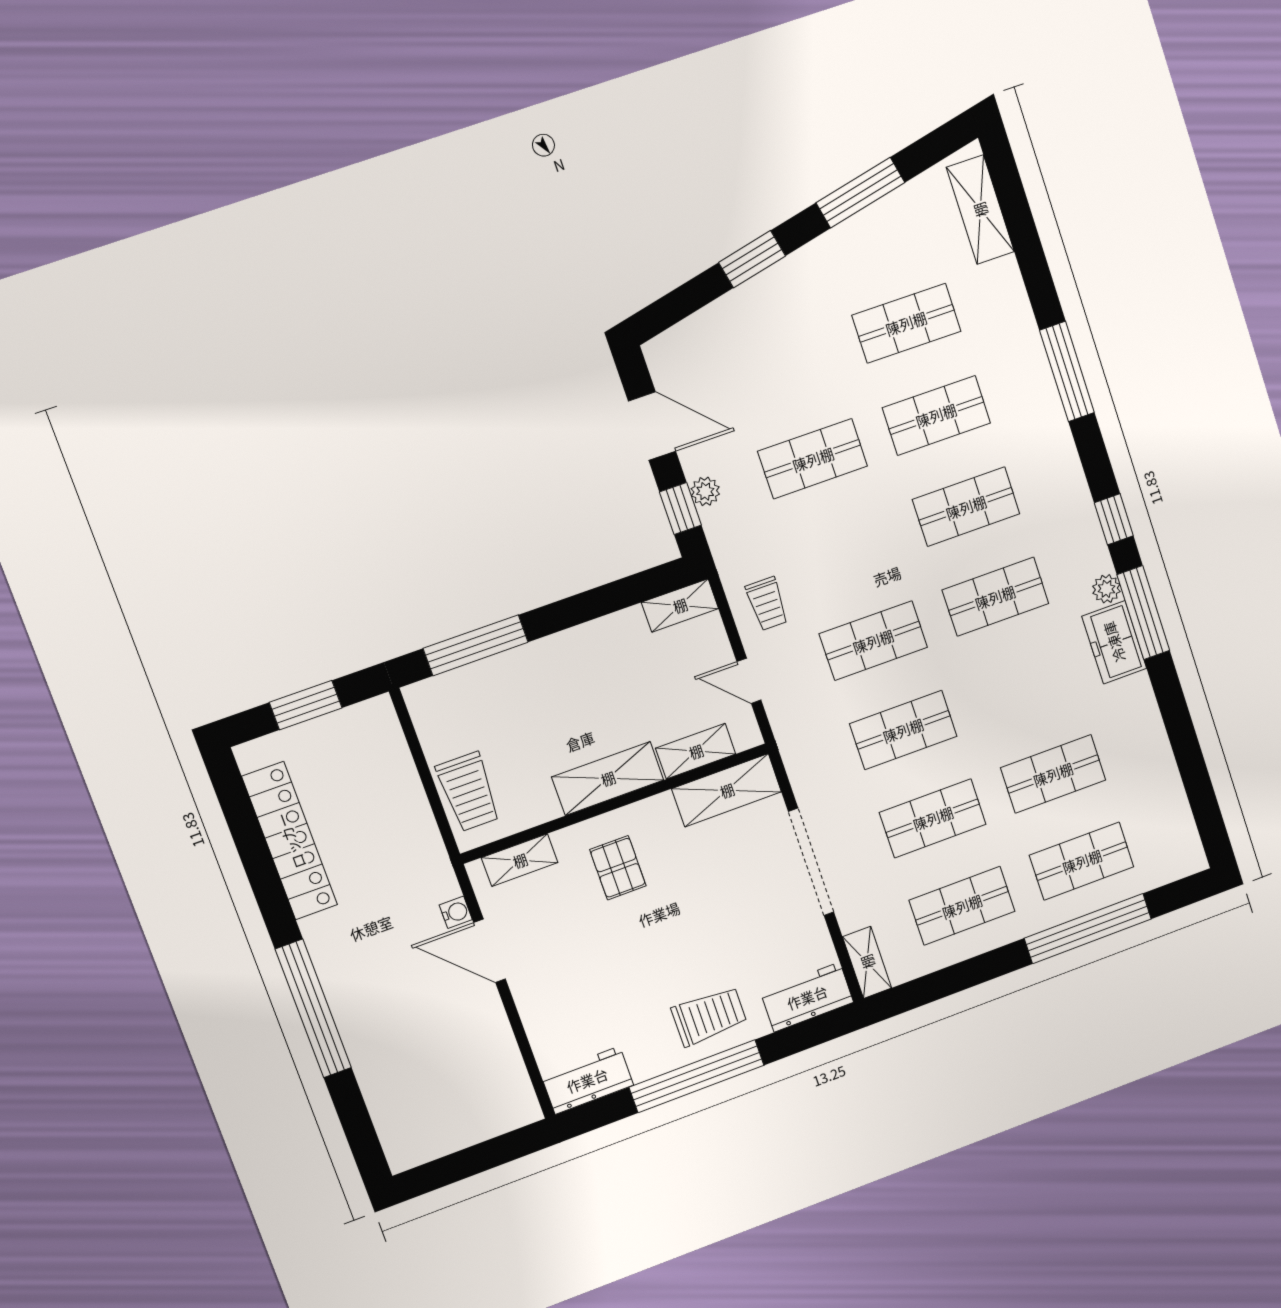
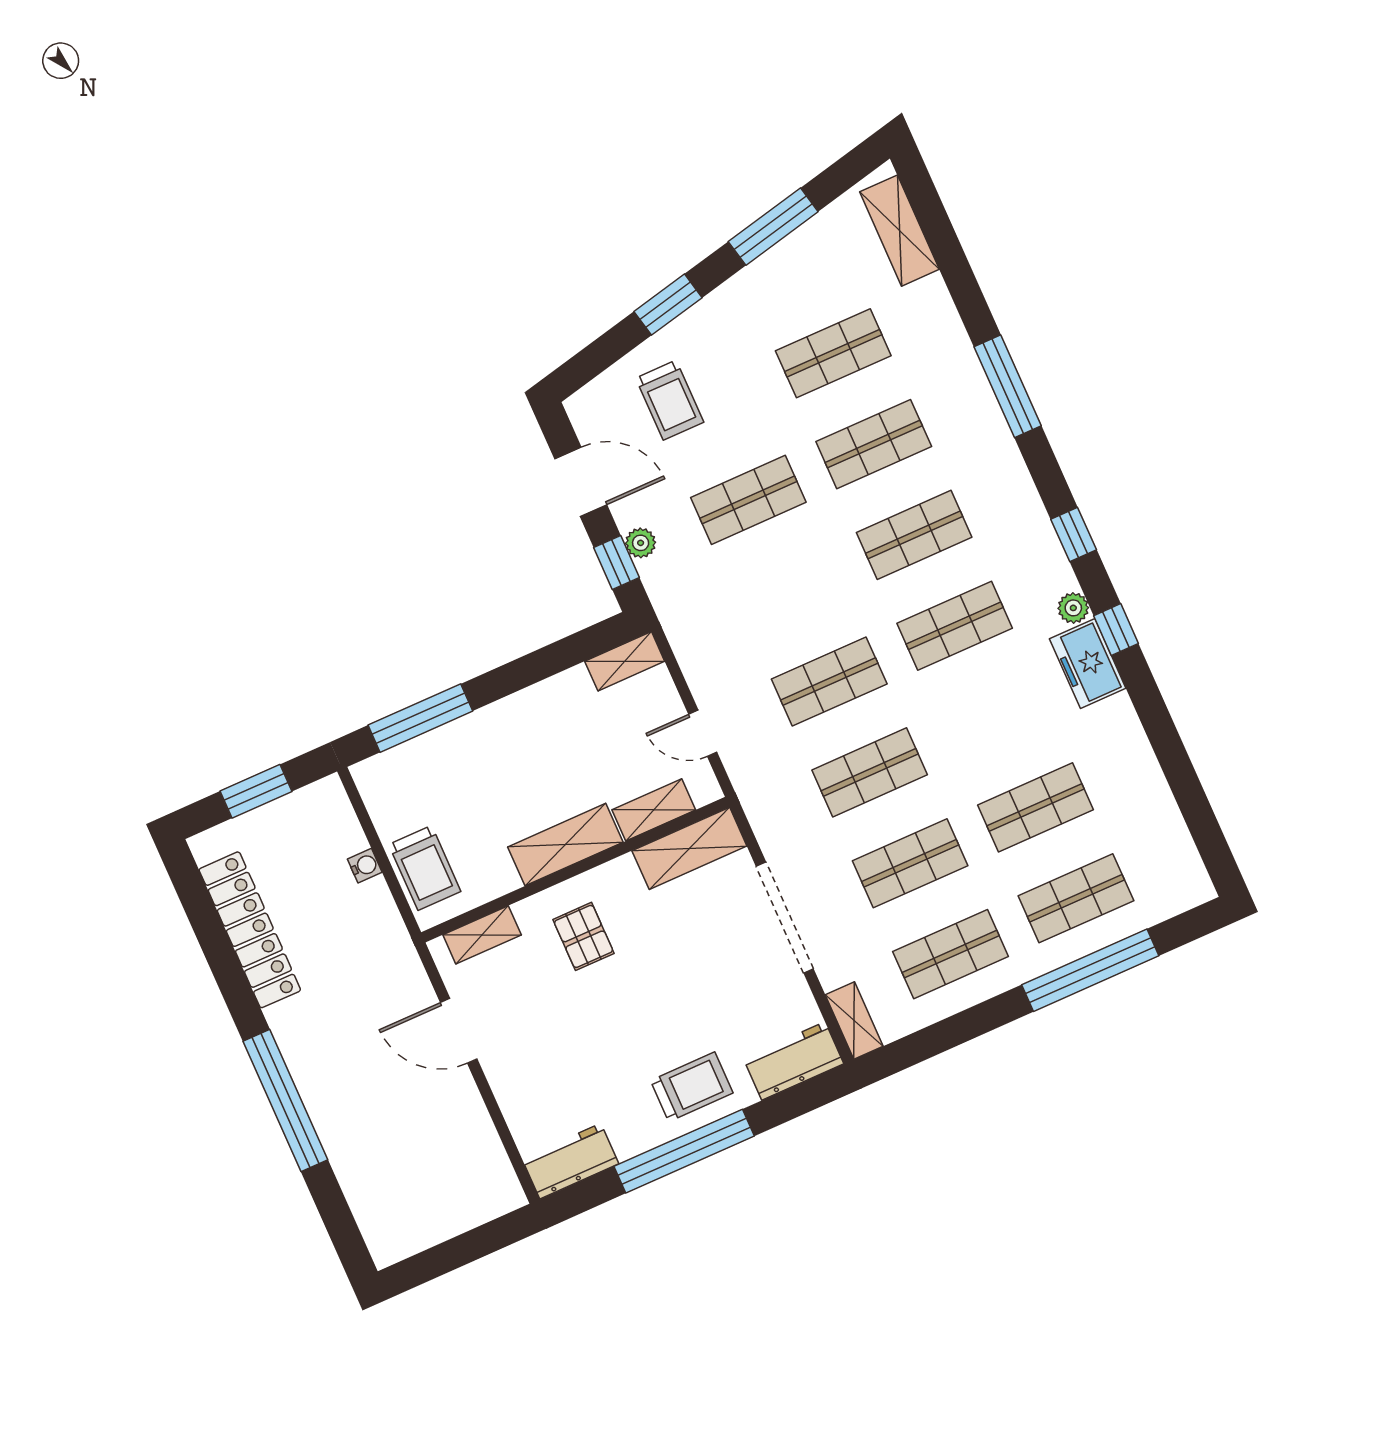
trolley: (767, 604) -> (670, 400), moved, width x1.36, depth x1.39
window: (1143, 613) -> (1116, 630), width x0.46
water cooler: (456, 912) -> (365, 866), moved

